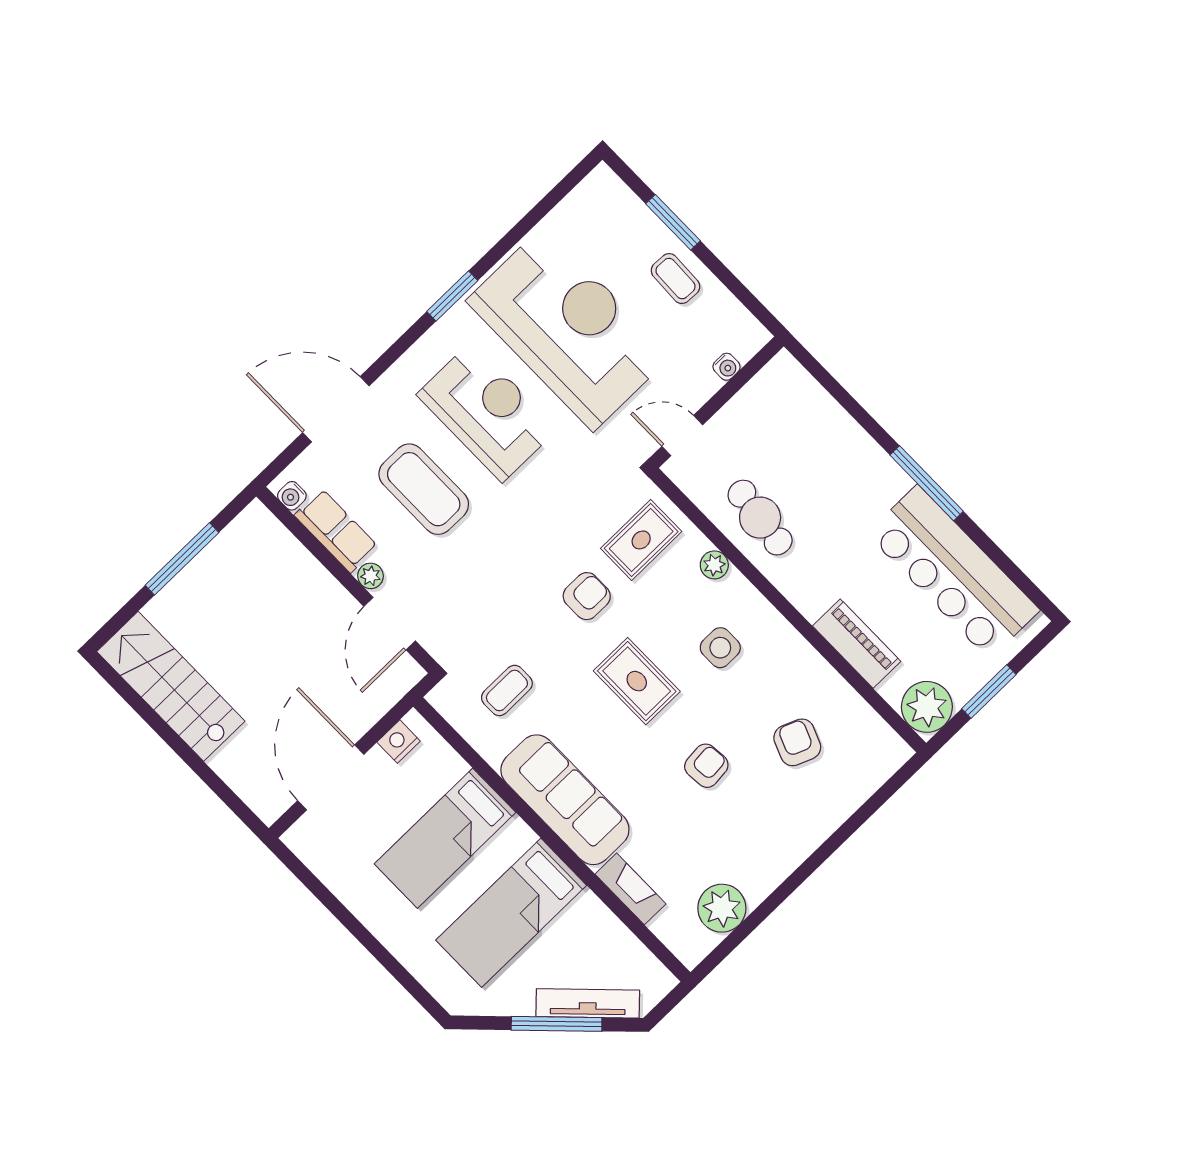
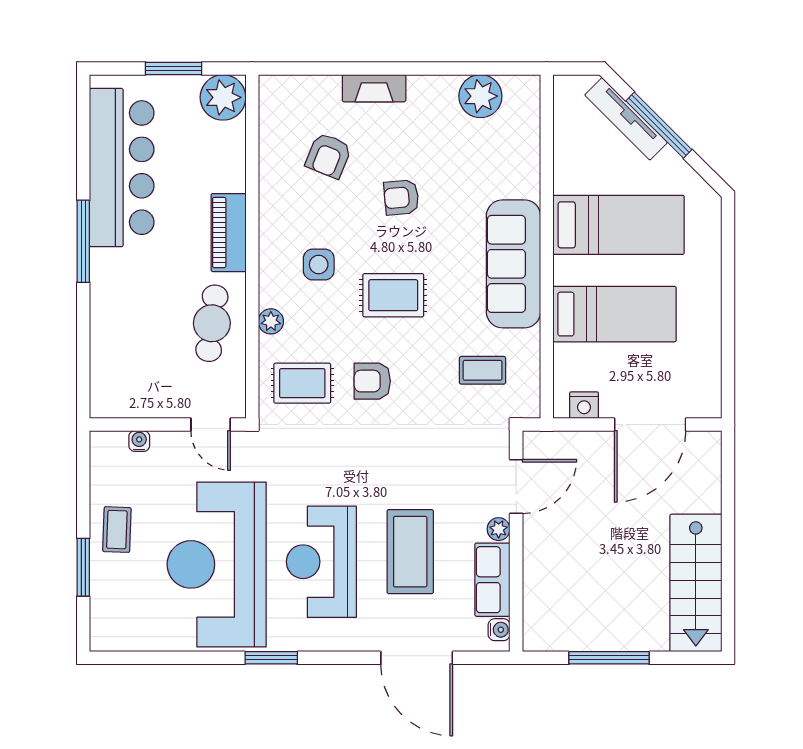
piano: (857, 644) -> (229, 233), moved
rug: (637, 681) -> (393, 295), turned 90
fireplace: (630, 889) -> (374, 88), moved, turned -90

